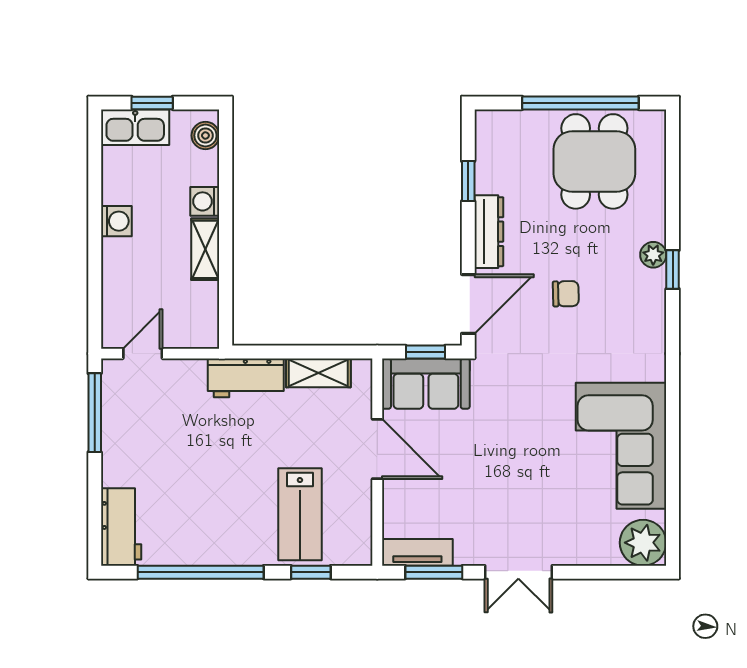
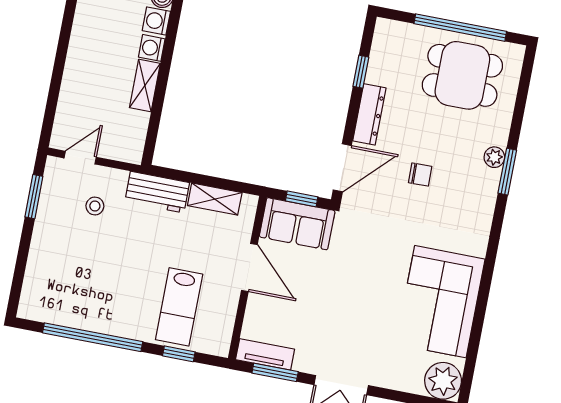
dining table: (594, 161) -> (462, 75), turned 90
washing machine: (116, 221) -> (156, 21), moved, turned 180
window: (673, 270) -> (507, 172), width x1.50
stool: (172, 410) -> (95, 206), added
window: (95, 413) -> (34, 197), width x0.69
workbench: (121, 527) -> (37, 290), removed

